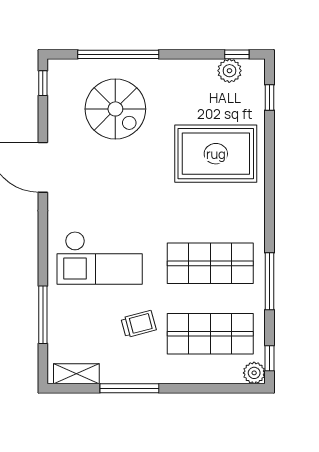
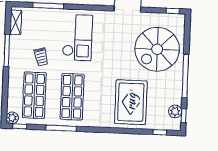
window: (118, 54) -> (185, 76), moved
spiral stairs: (115, 109) -> (157, 49), width x1.37, depth x1.37
checkout: (100, 258) -> (77, 37), turned 180

